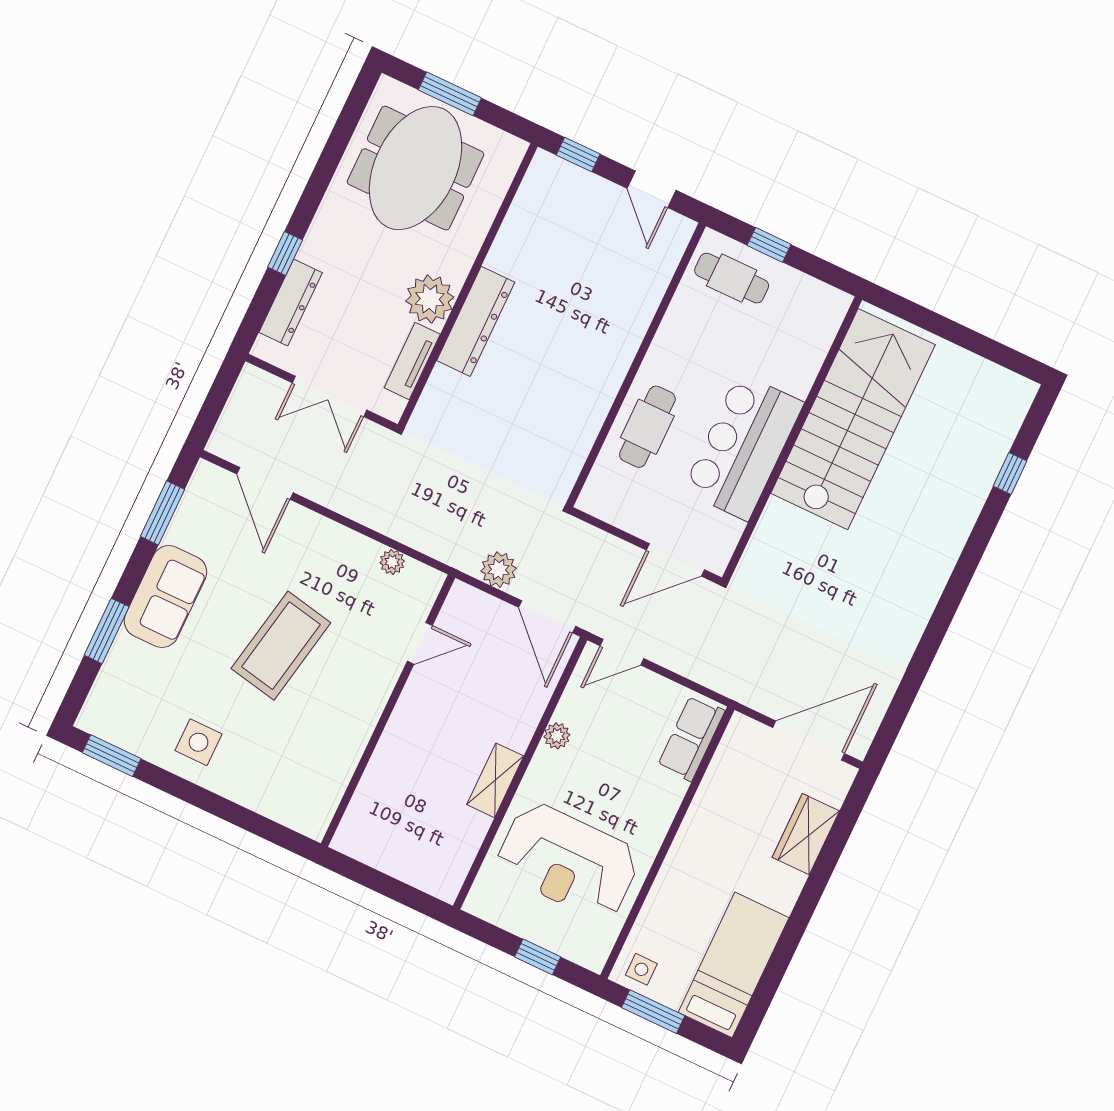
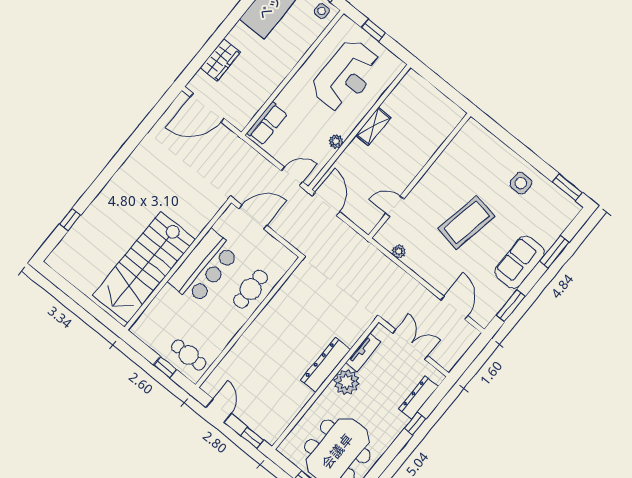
plant: (499, 570) -> (345, 234), removed
reception desk: (568, 861) -> (346, 76), turned 90

